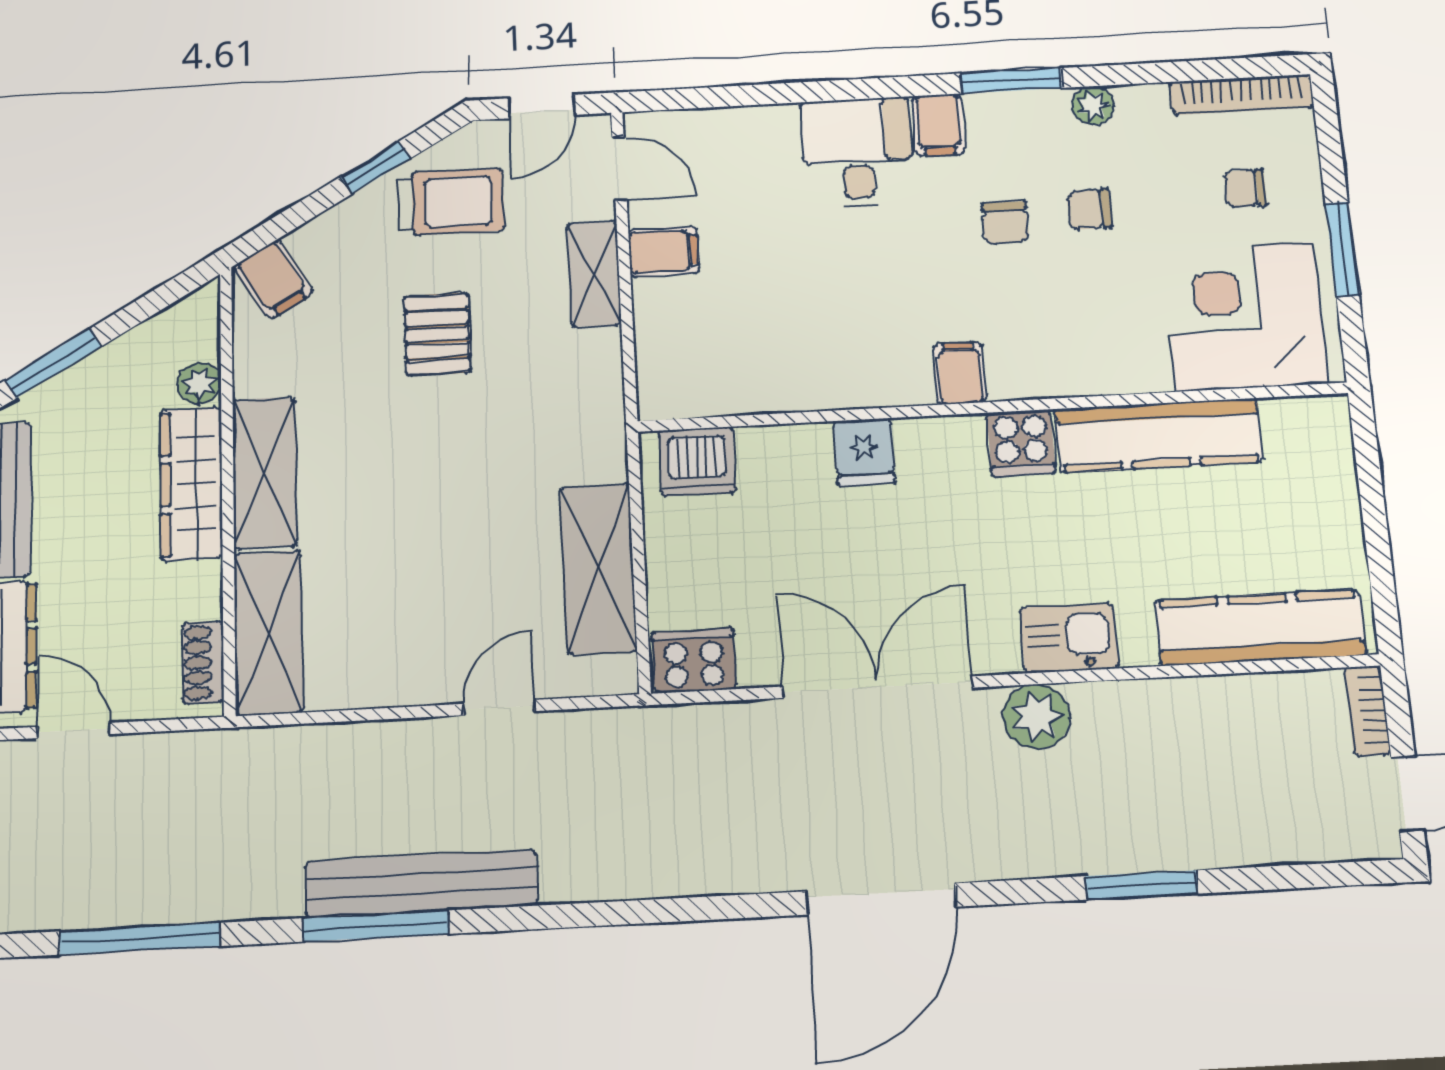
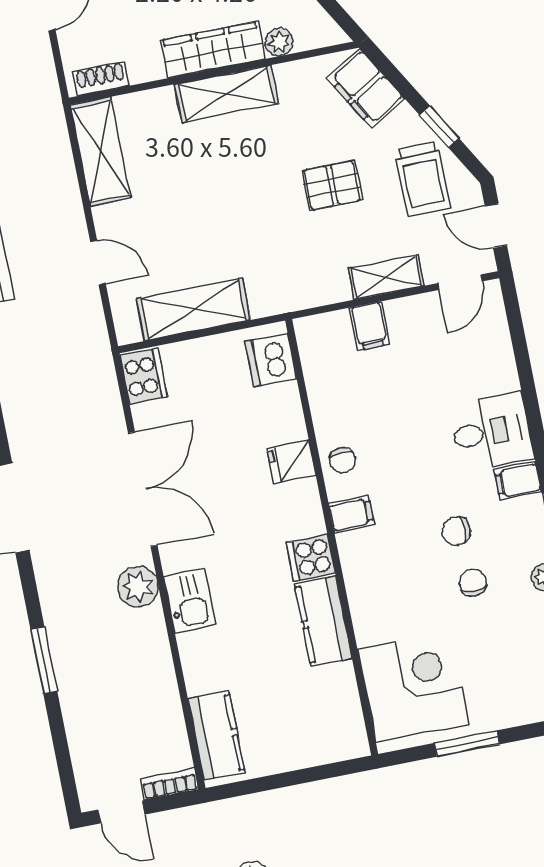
chair: (1245, 188) -> (342, 460), moved, turned 180
filing cabinet: (664, 251) -> (369, 326), moved
filing cabinet: (274, 279) -> (366, 88), width x2.00
kitchen counter: (1159, 435) -> (323, 621), width x0.67
kitchen counter: (1260, 628) -> (216, 736), width x0.67
shelving: (268, 633) -> (101, 151), moved, turned 90

